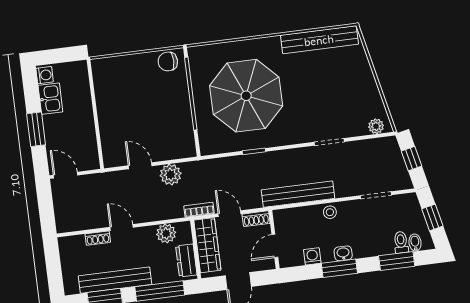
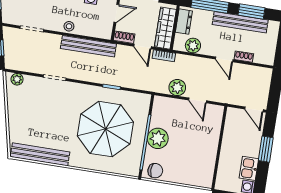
plant: (176, 103) -> (158, 138), added

